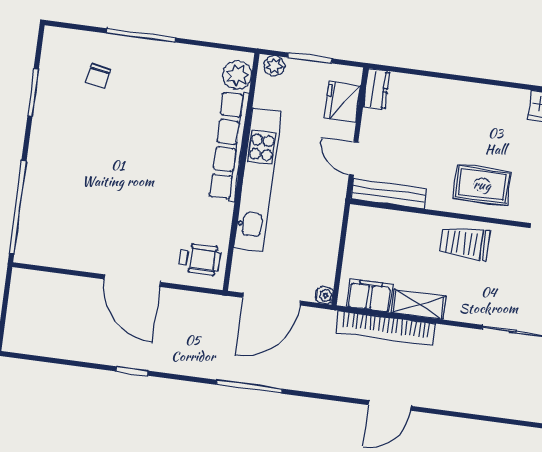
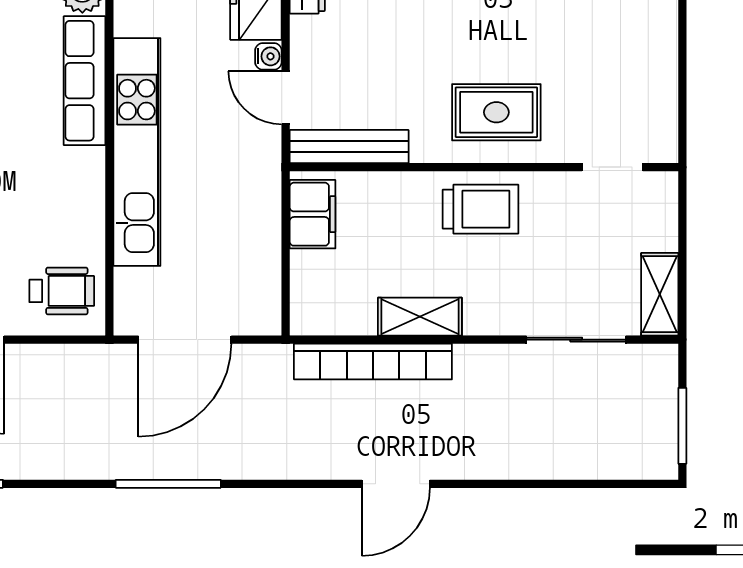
row of seats: (229, 146) -> (85, 81), width x0.73
trolley: (465, 243) -> (481, 209), turned 180
water cooler: (324, 295) -> (268, 56), moved
filing cabinet: (370, 295) -> (313, 214), moved, turned 90

